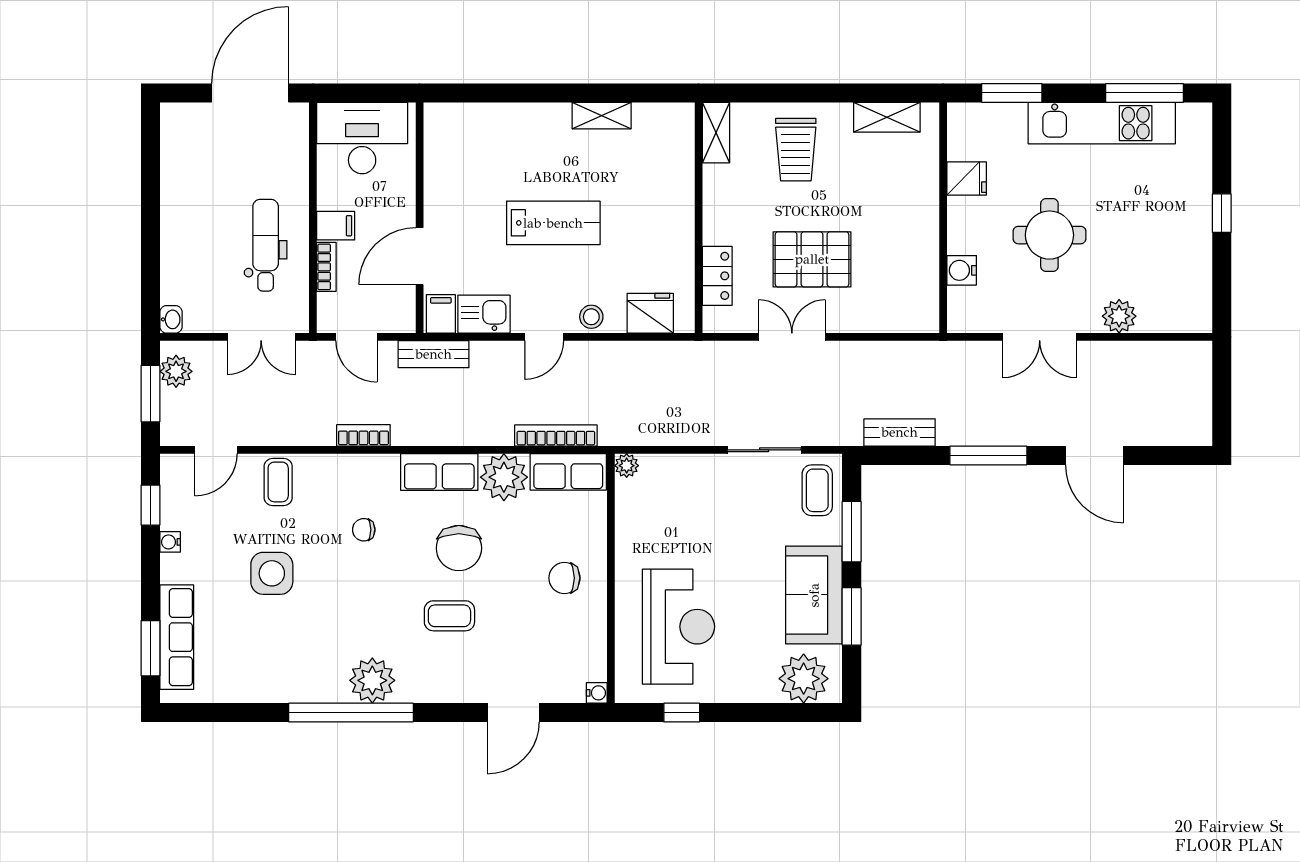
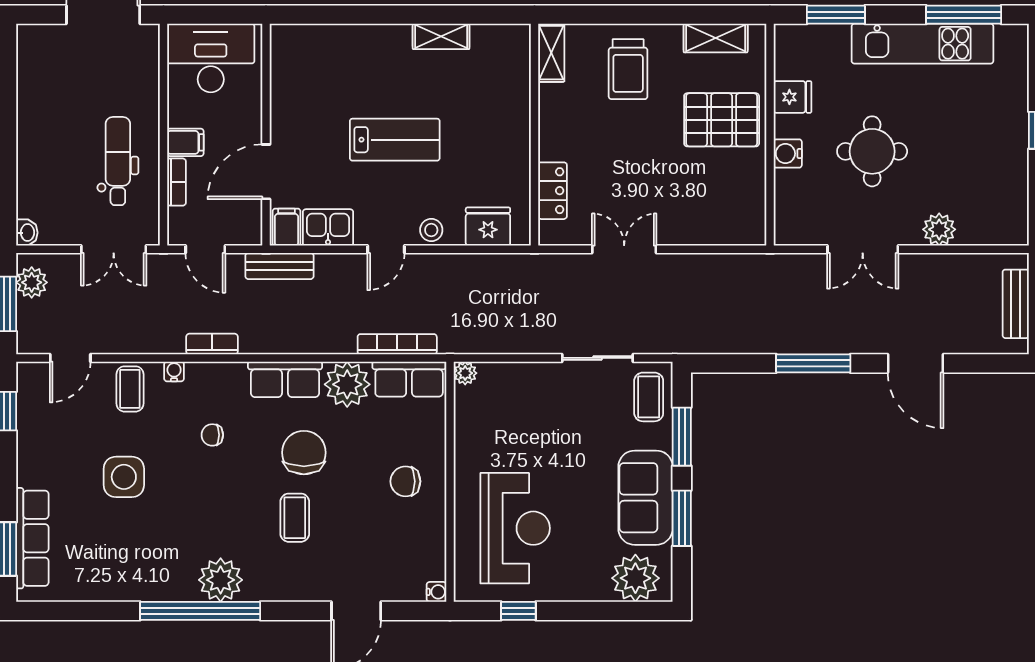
pallet: (812, 259) -> (722, 120), moved
water cooler: (962, 270) -> (788, 154), moved
bench: (900, 432) -> (1016, 304), moved, turned 90
water cooler: (170, 542) -> (174, 371), moved, turned 90
chair: (459, 548) -> (304, 453), turned 180
coffee table: (449, 616) -> (295, 518), turned 90

